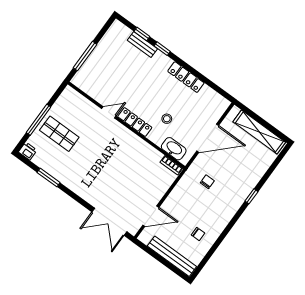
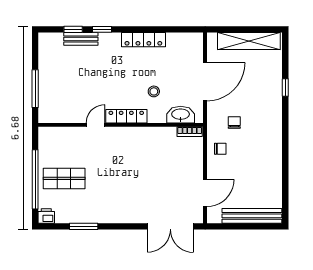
window: (39, 120) -> (35, 179), width x1.46
window: (252, 196) -> (285, 87), moved
chair: (198, 234) -> (220, 149), moved

